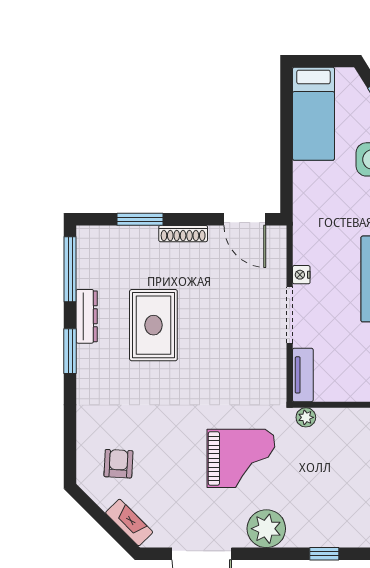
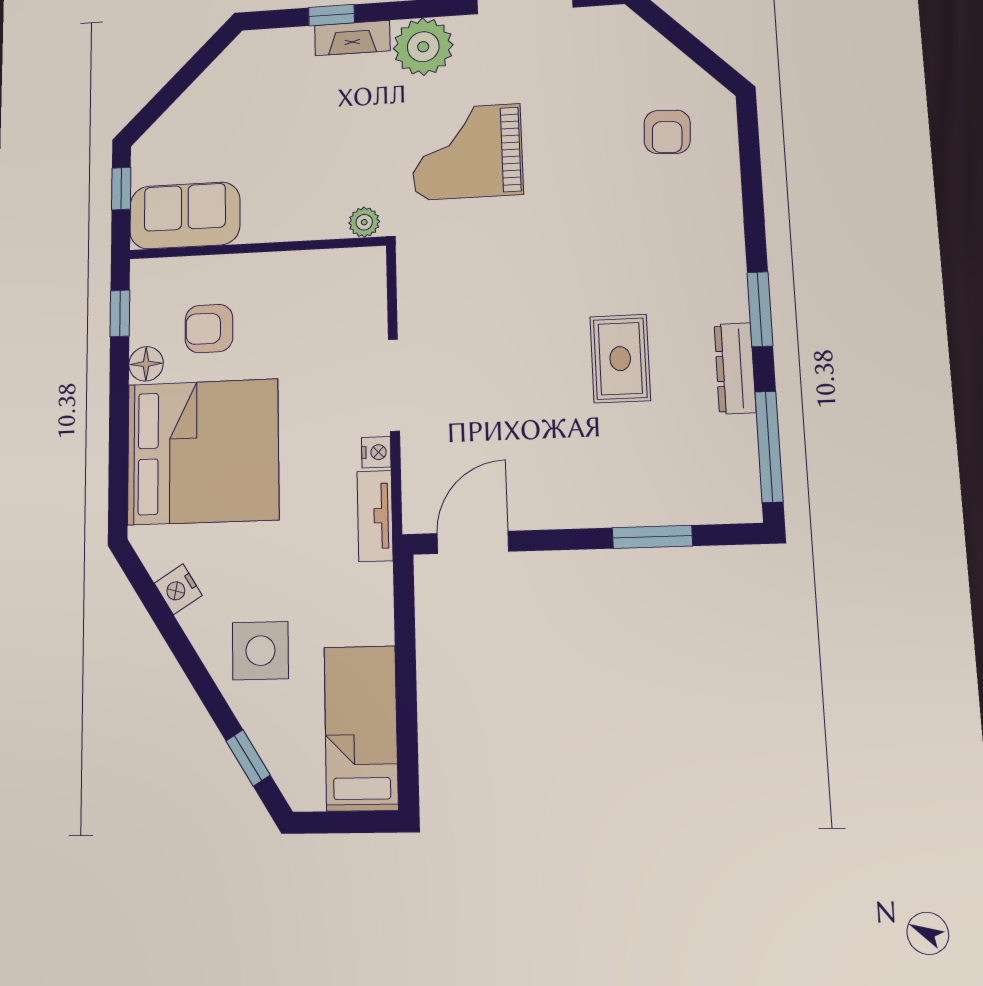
door: (245, 219) -> (473, 542), hinge flipped
shoe rack: (183, 234) -> (577, 515), removed
rug: (153, 325) -> (620, 359), width x0.73, depth x0.70
tv unit: (303, 375) -> (375, 516), moved
fireplace: (129, 522) -> (352, 38), moved, turned -45

